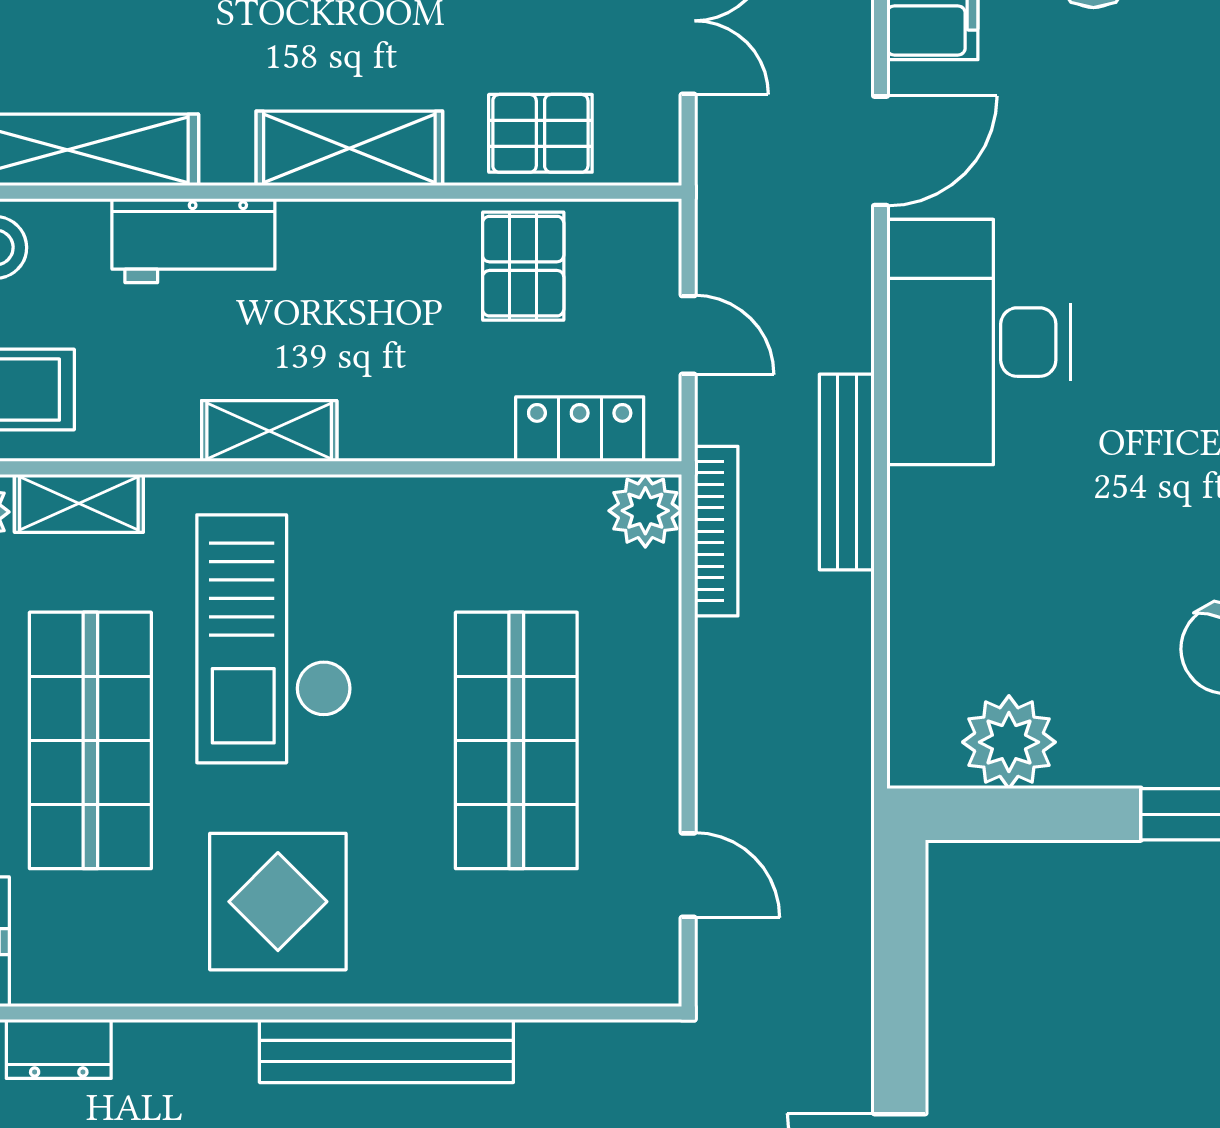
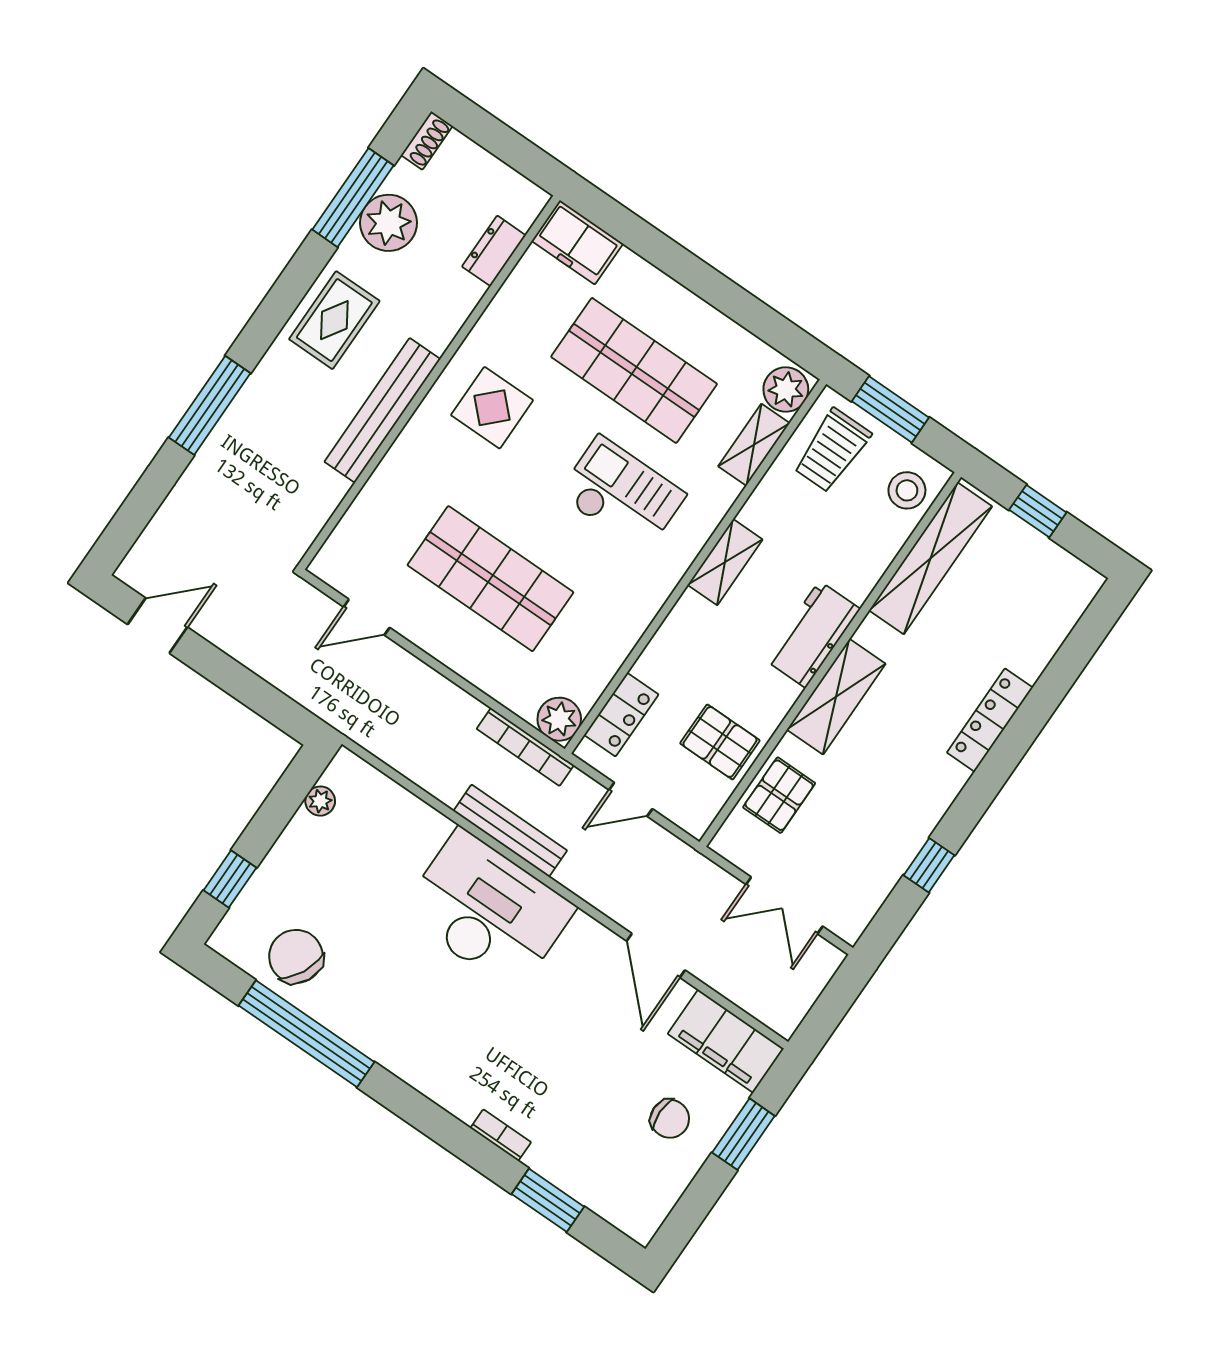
workbench: (193, 241) -> (813, 634), moved
desk: (979, 342) -> (488, 910), moved
checkout: (274, 639) -> (622, 495), width x0.73, depth x0.83
plant: (1009, 742) -> (320, 801), width x0.53, depth x0.53
display table: (278, 902) -> (492, 408), width x0.73, depth x0.73

